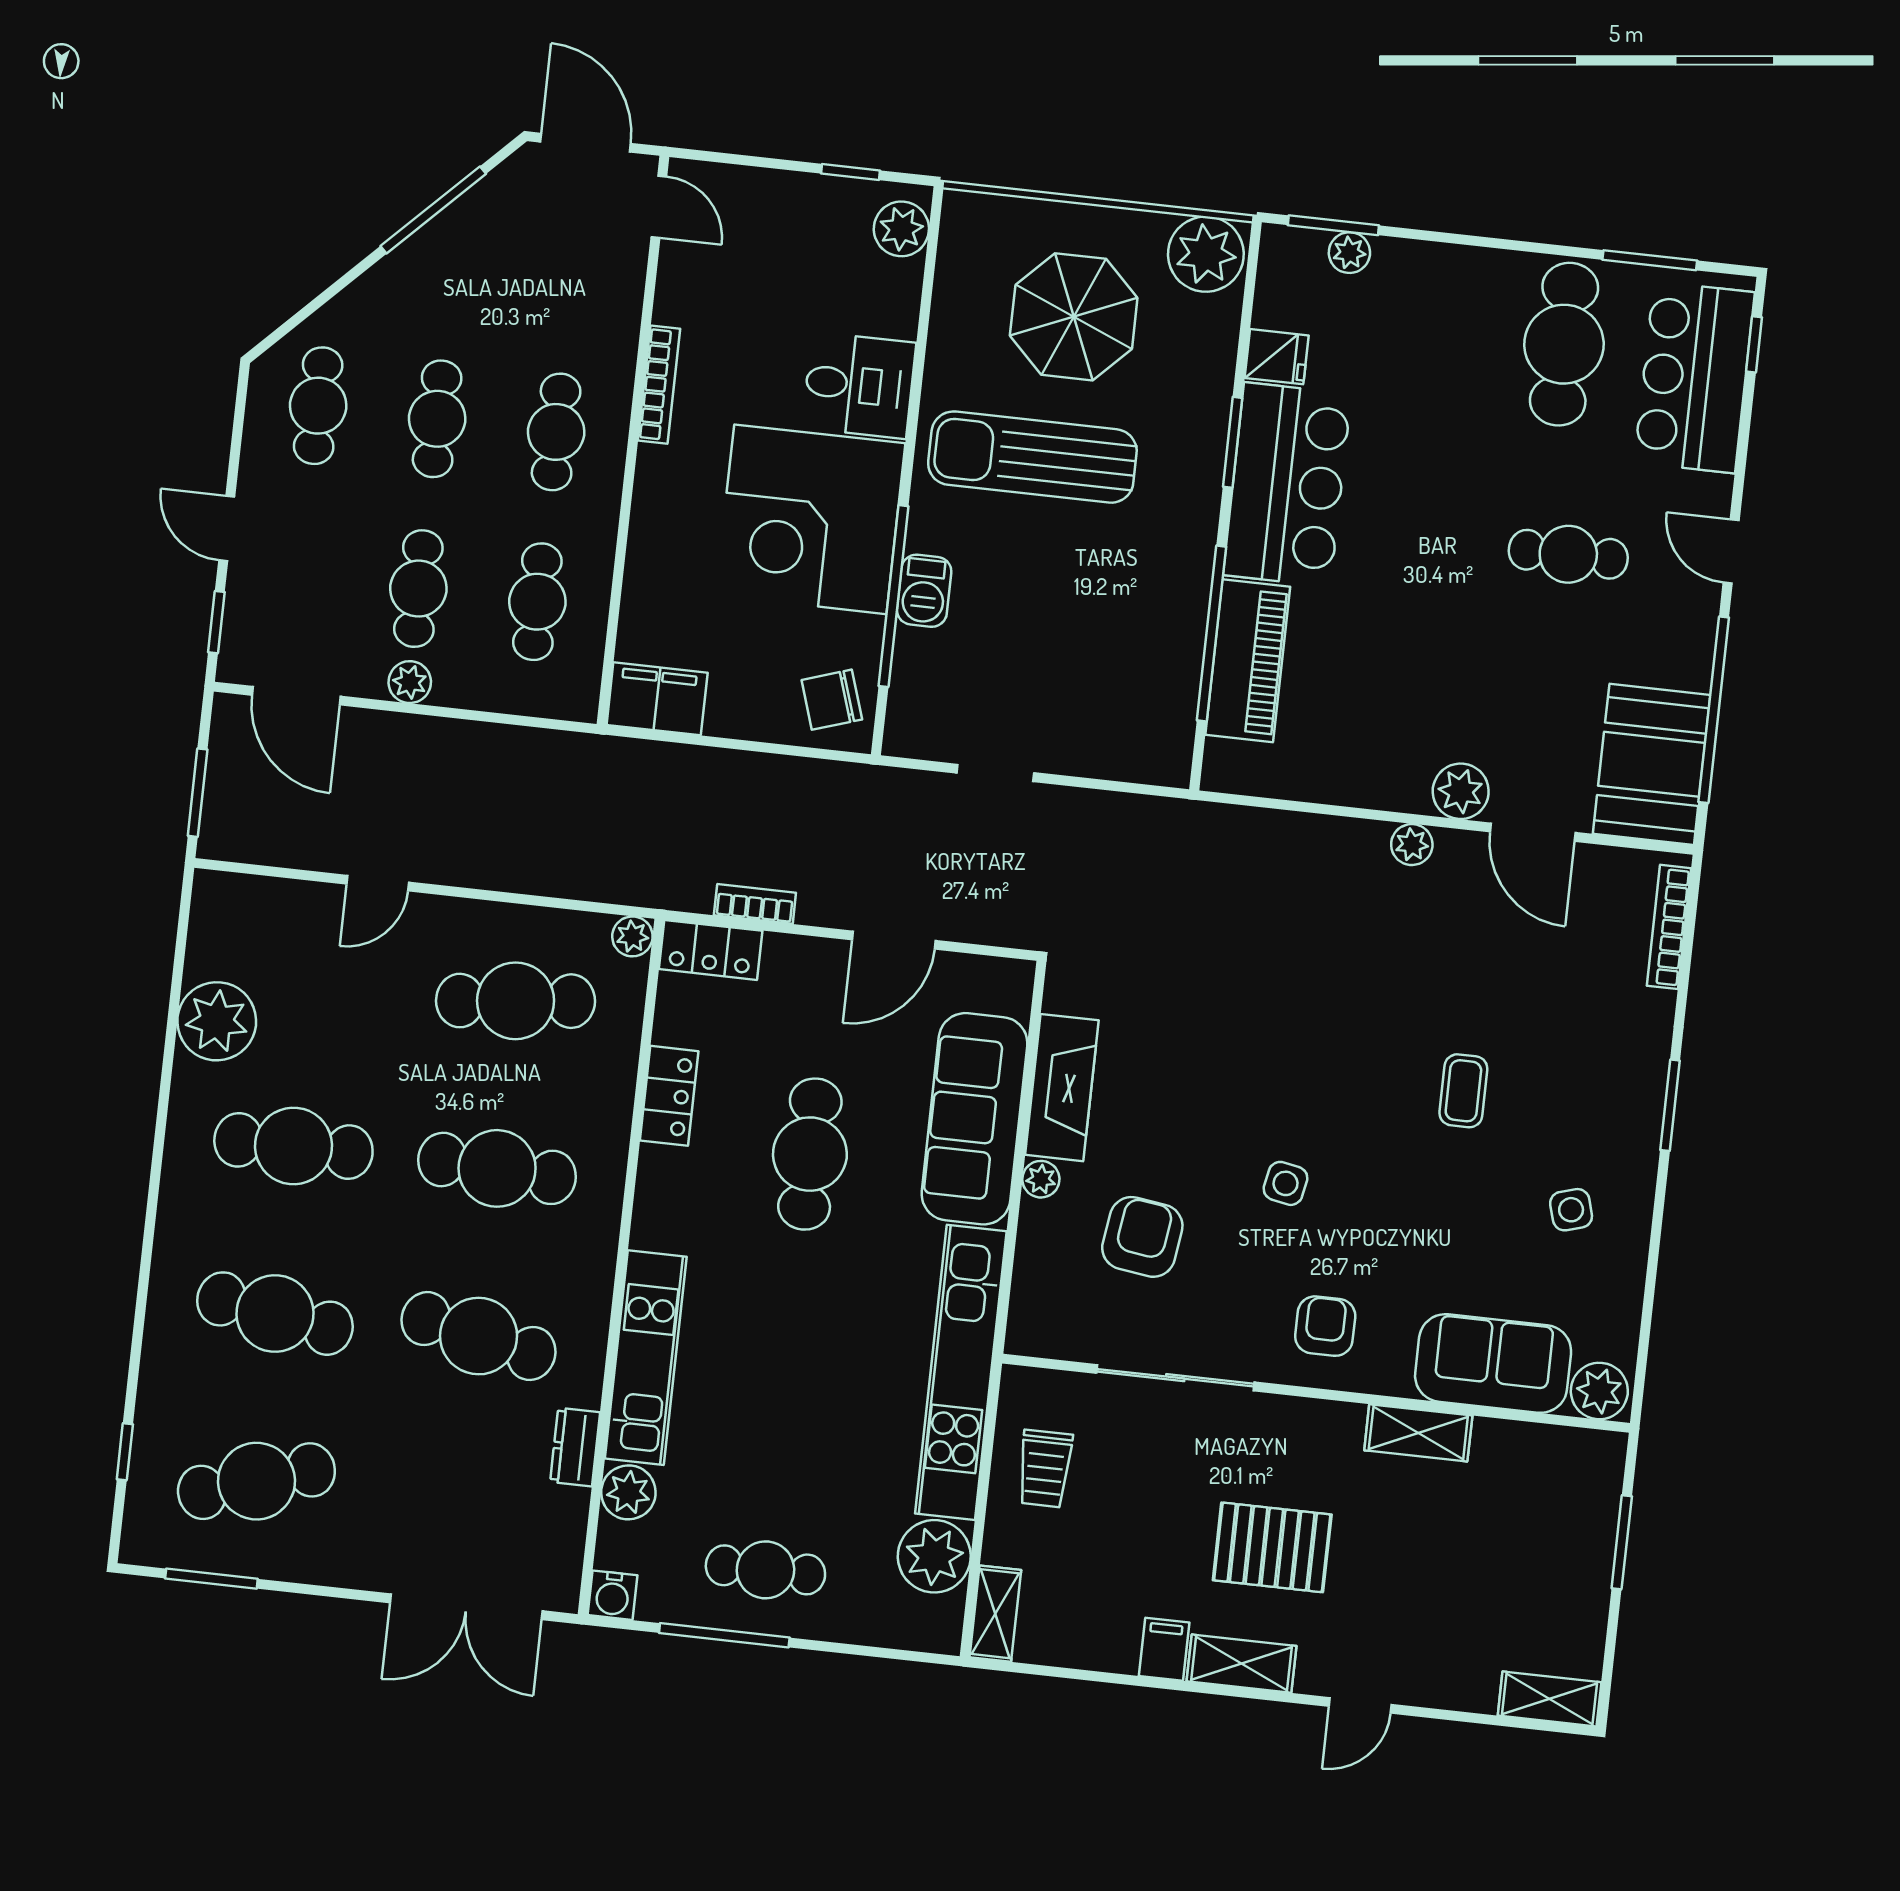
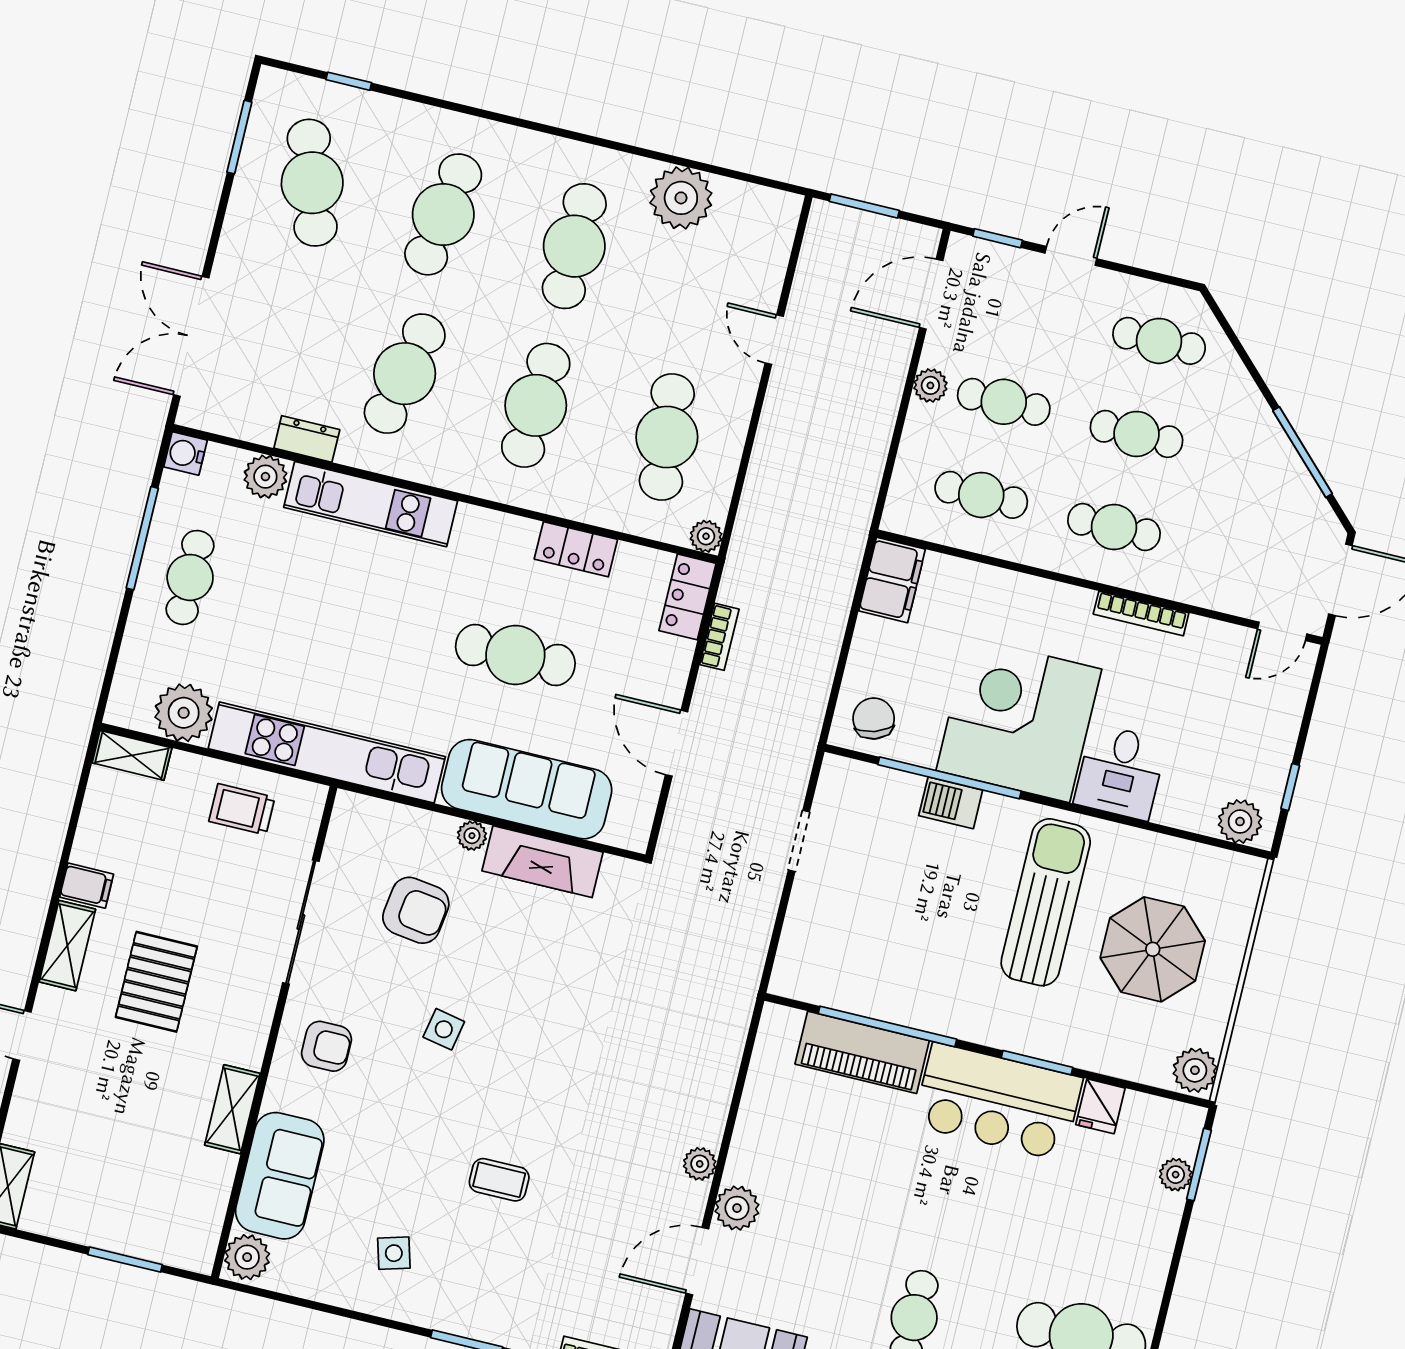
plant: (1206, 254) -> (1195, 1070), width x0.73, depth x0.73

